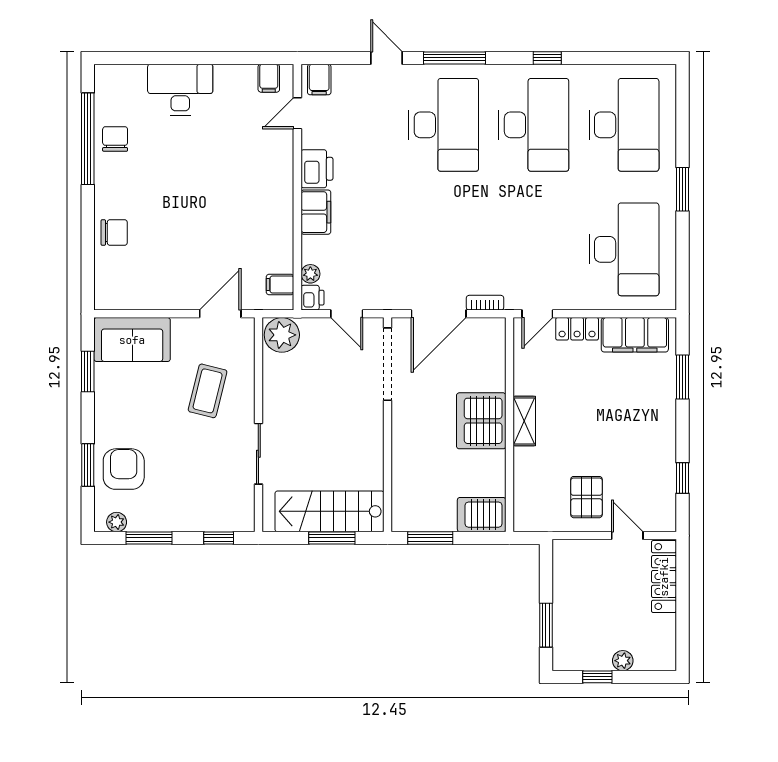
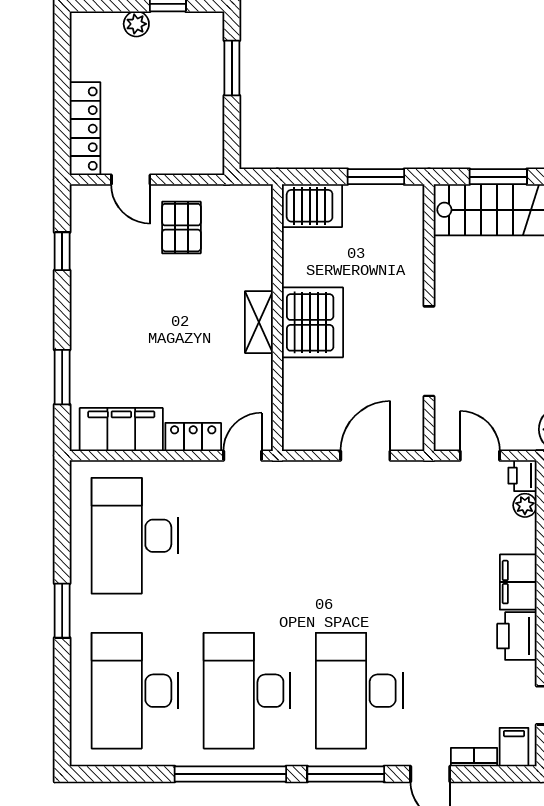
window: (547, 58) -> (230, 774), width x3.17
bookcase: (485, 303) -> (474, 757), moved, turned 180
door: (439, 314) -> (365, 456), width x0.73
doorway: (388, 364) -> (429, 351), moved

